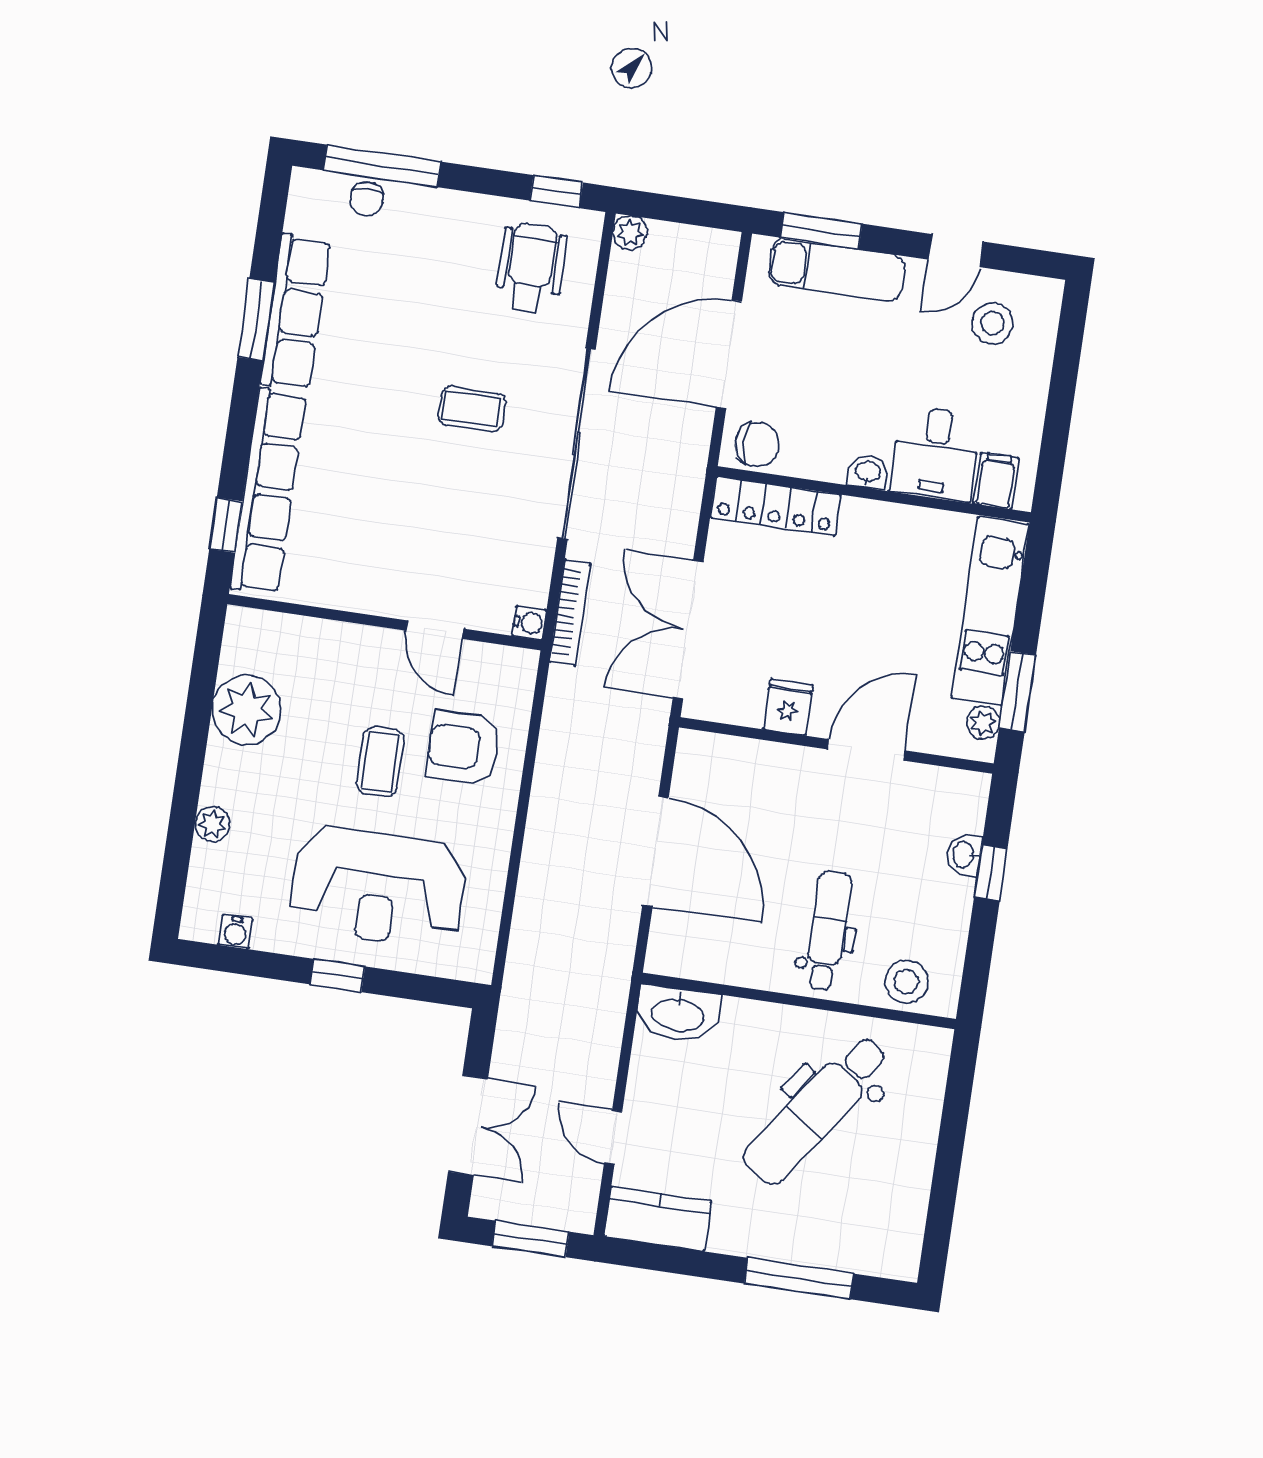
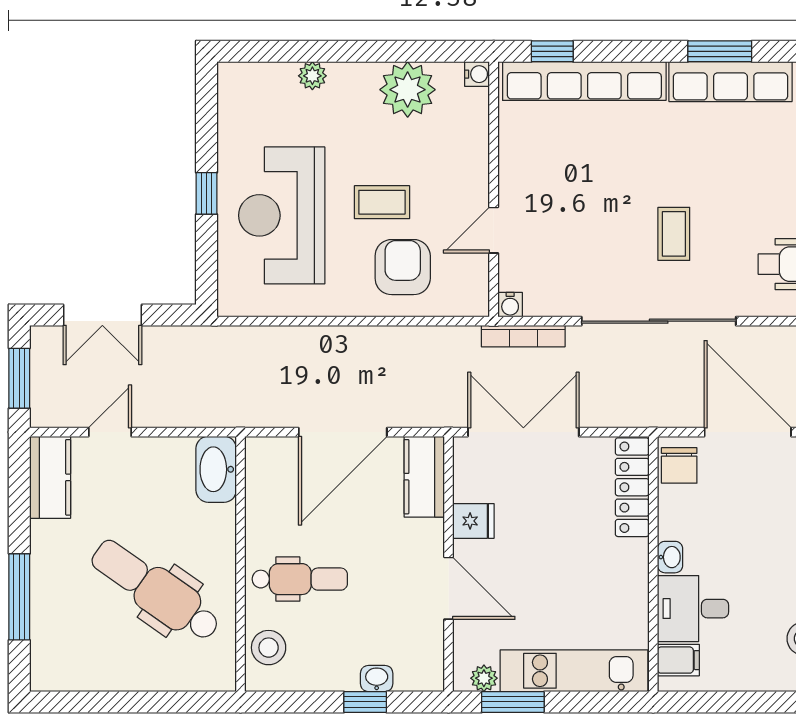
kitchen counter: (725, 760) -> (424, 477), added
water cooler: (236, 932) -> (477, 74), moved, turned 180

